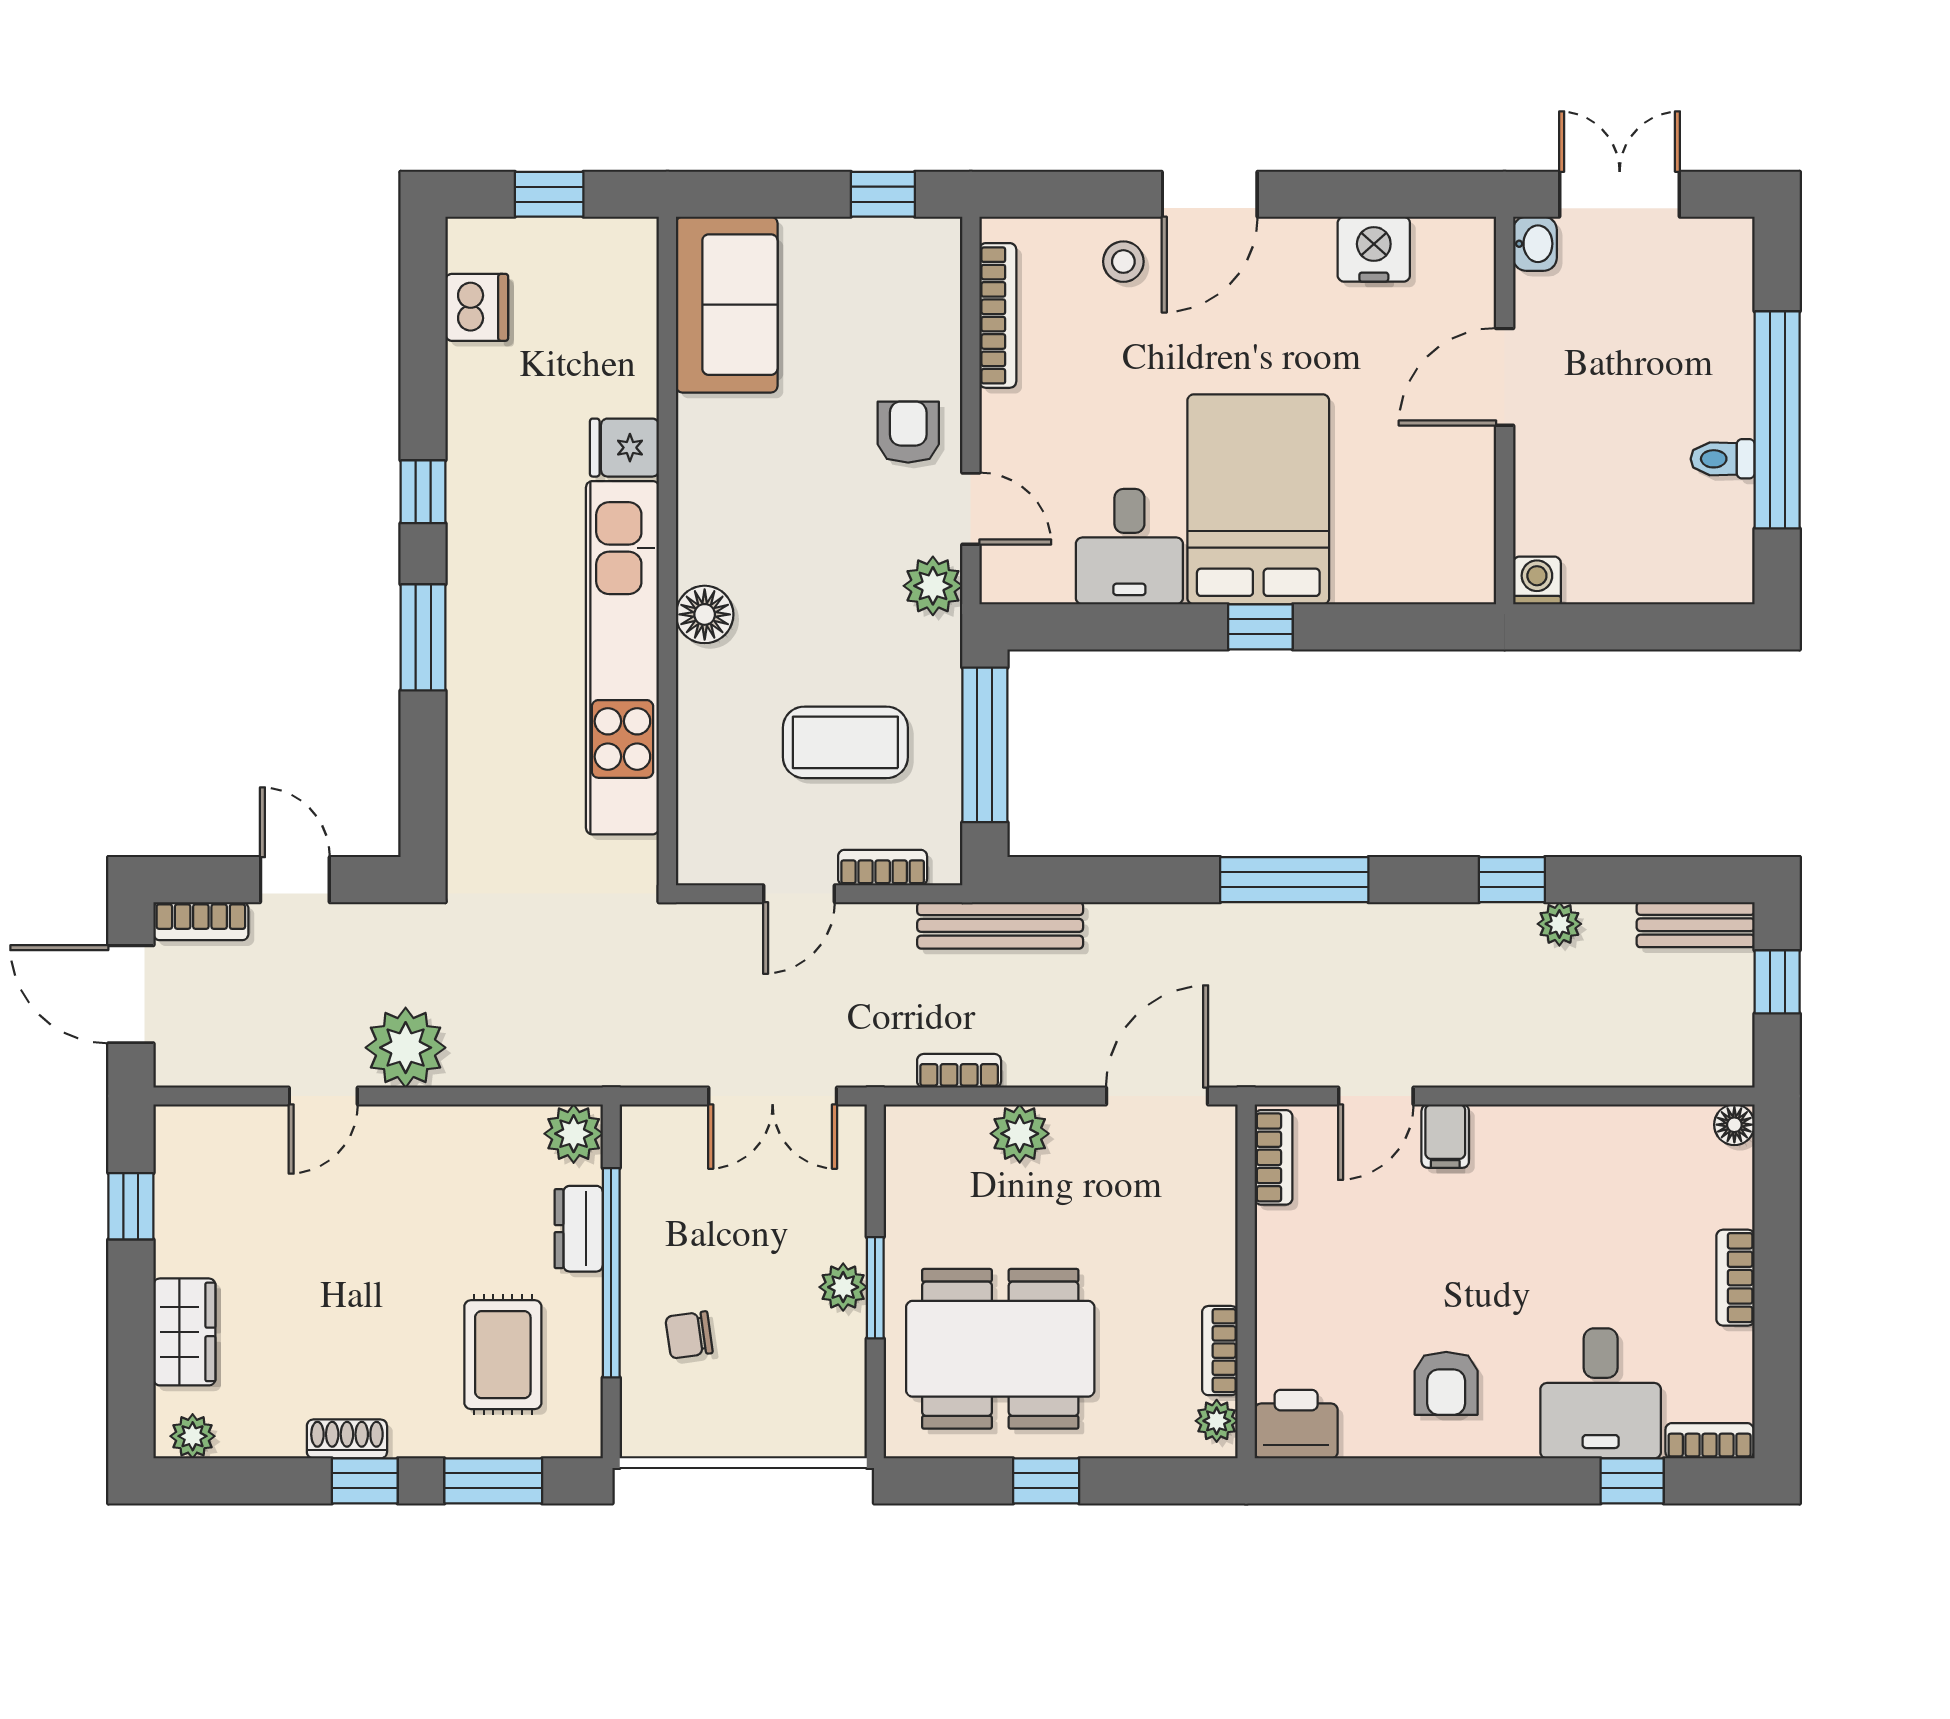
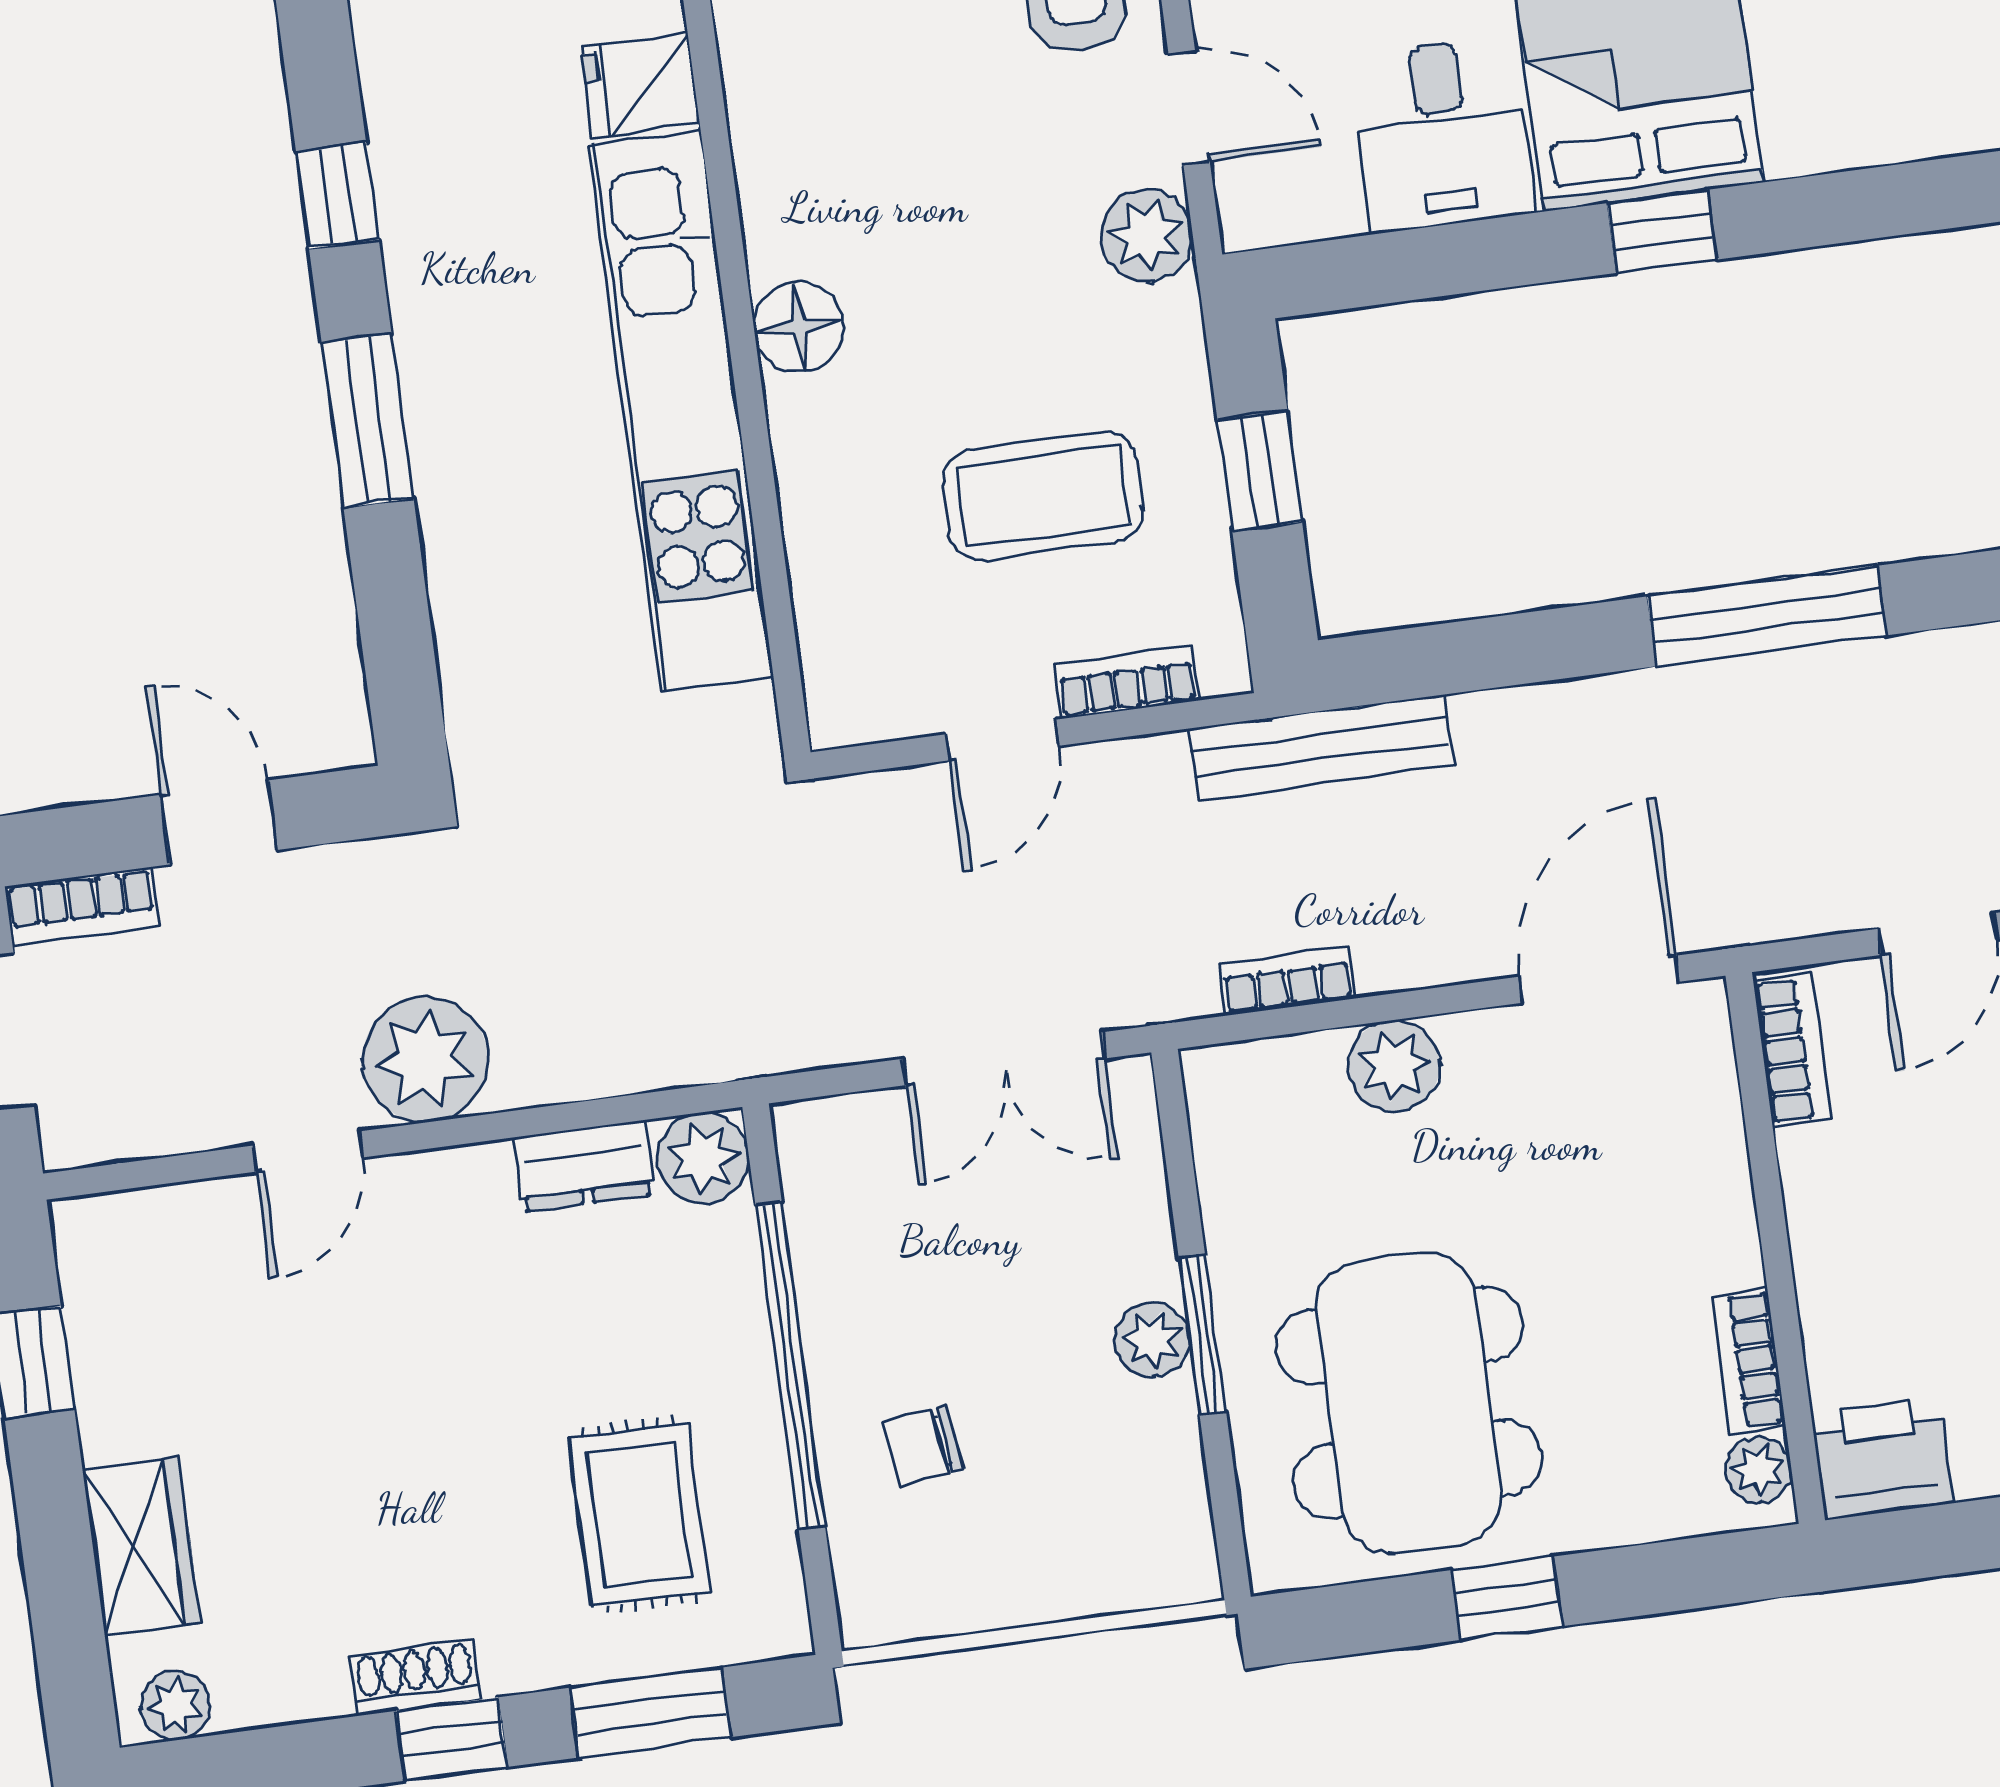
window: (985, 745) -> (1260, 471), width x0.46
dresser: (579, 1229) -> (584, 1166), moved, turned -90
dining table: (1000, 1349) -> (1408, 1403), turned 90

